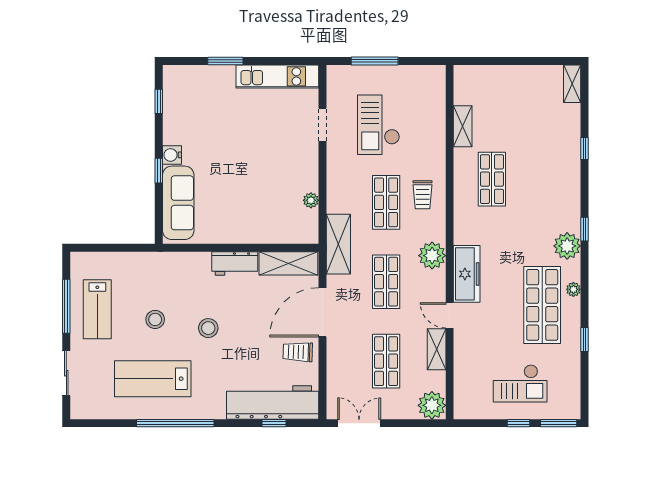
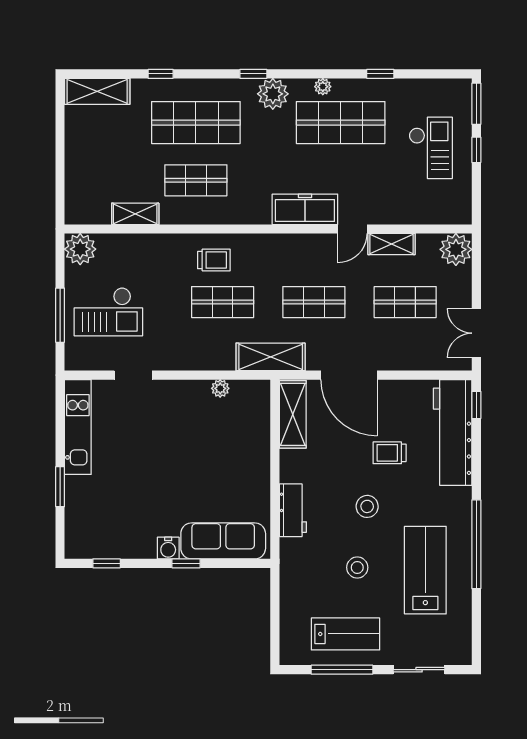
shelving: (572, 84) -> (97, 91), width x1.50, depth x1.33
checkout: (379, 125) -> (108, 312), moved
shop shelf: (542, 179) -> (196, 123), added
plant: (432, 256) -> (80, 249), moved
workbench: (235, 263) -> (293, 510), moved
trolley: (298, 352) -> (390, 453), moved, turned 88
lab bench: (153, 379) -> (425, 570), turned 180
window: (274, 423) -> (476, 405), moved

